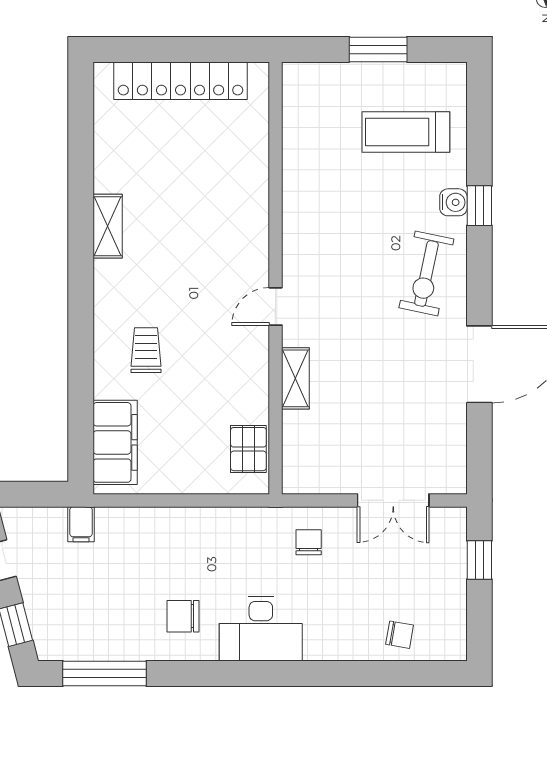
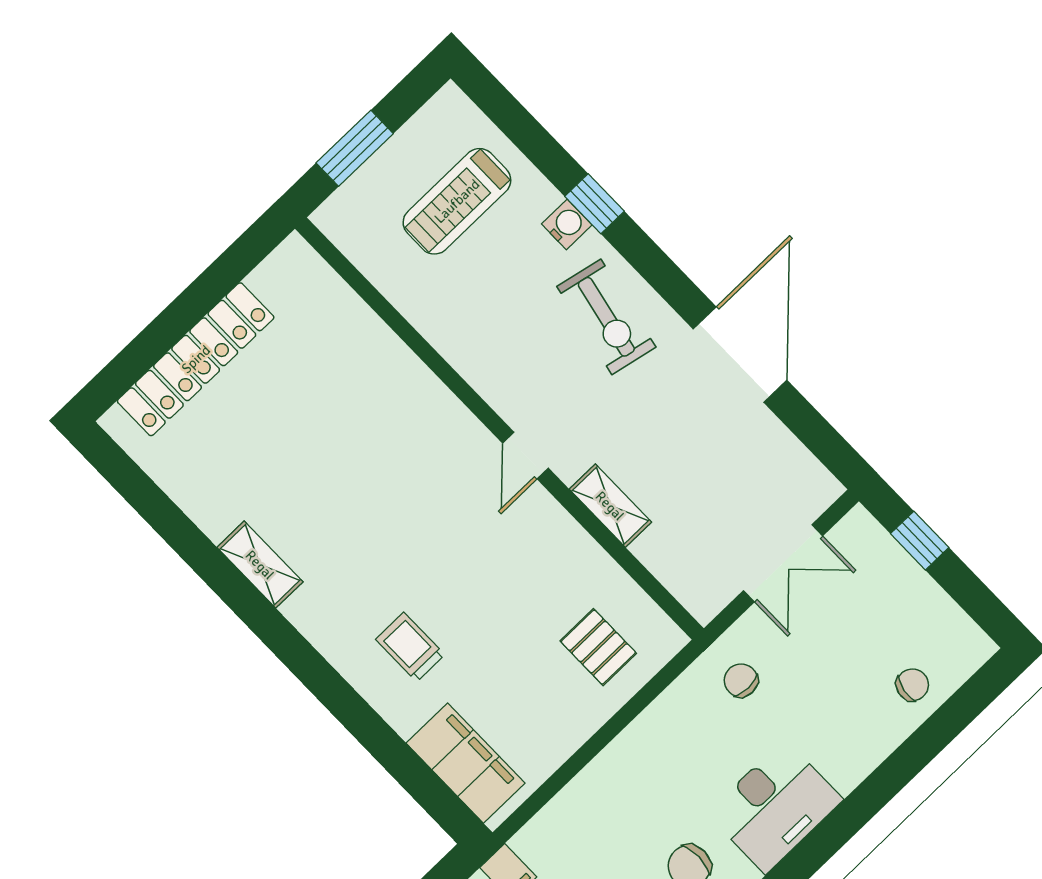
wall: (275, 278) -> (499, 429), moved
door: (275, 306) -> (525, 456), moved
shelving: (295, 378) -> (610, 506), moved

